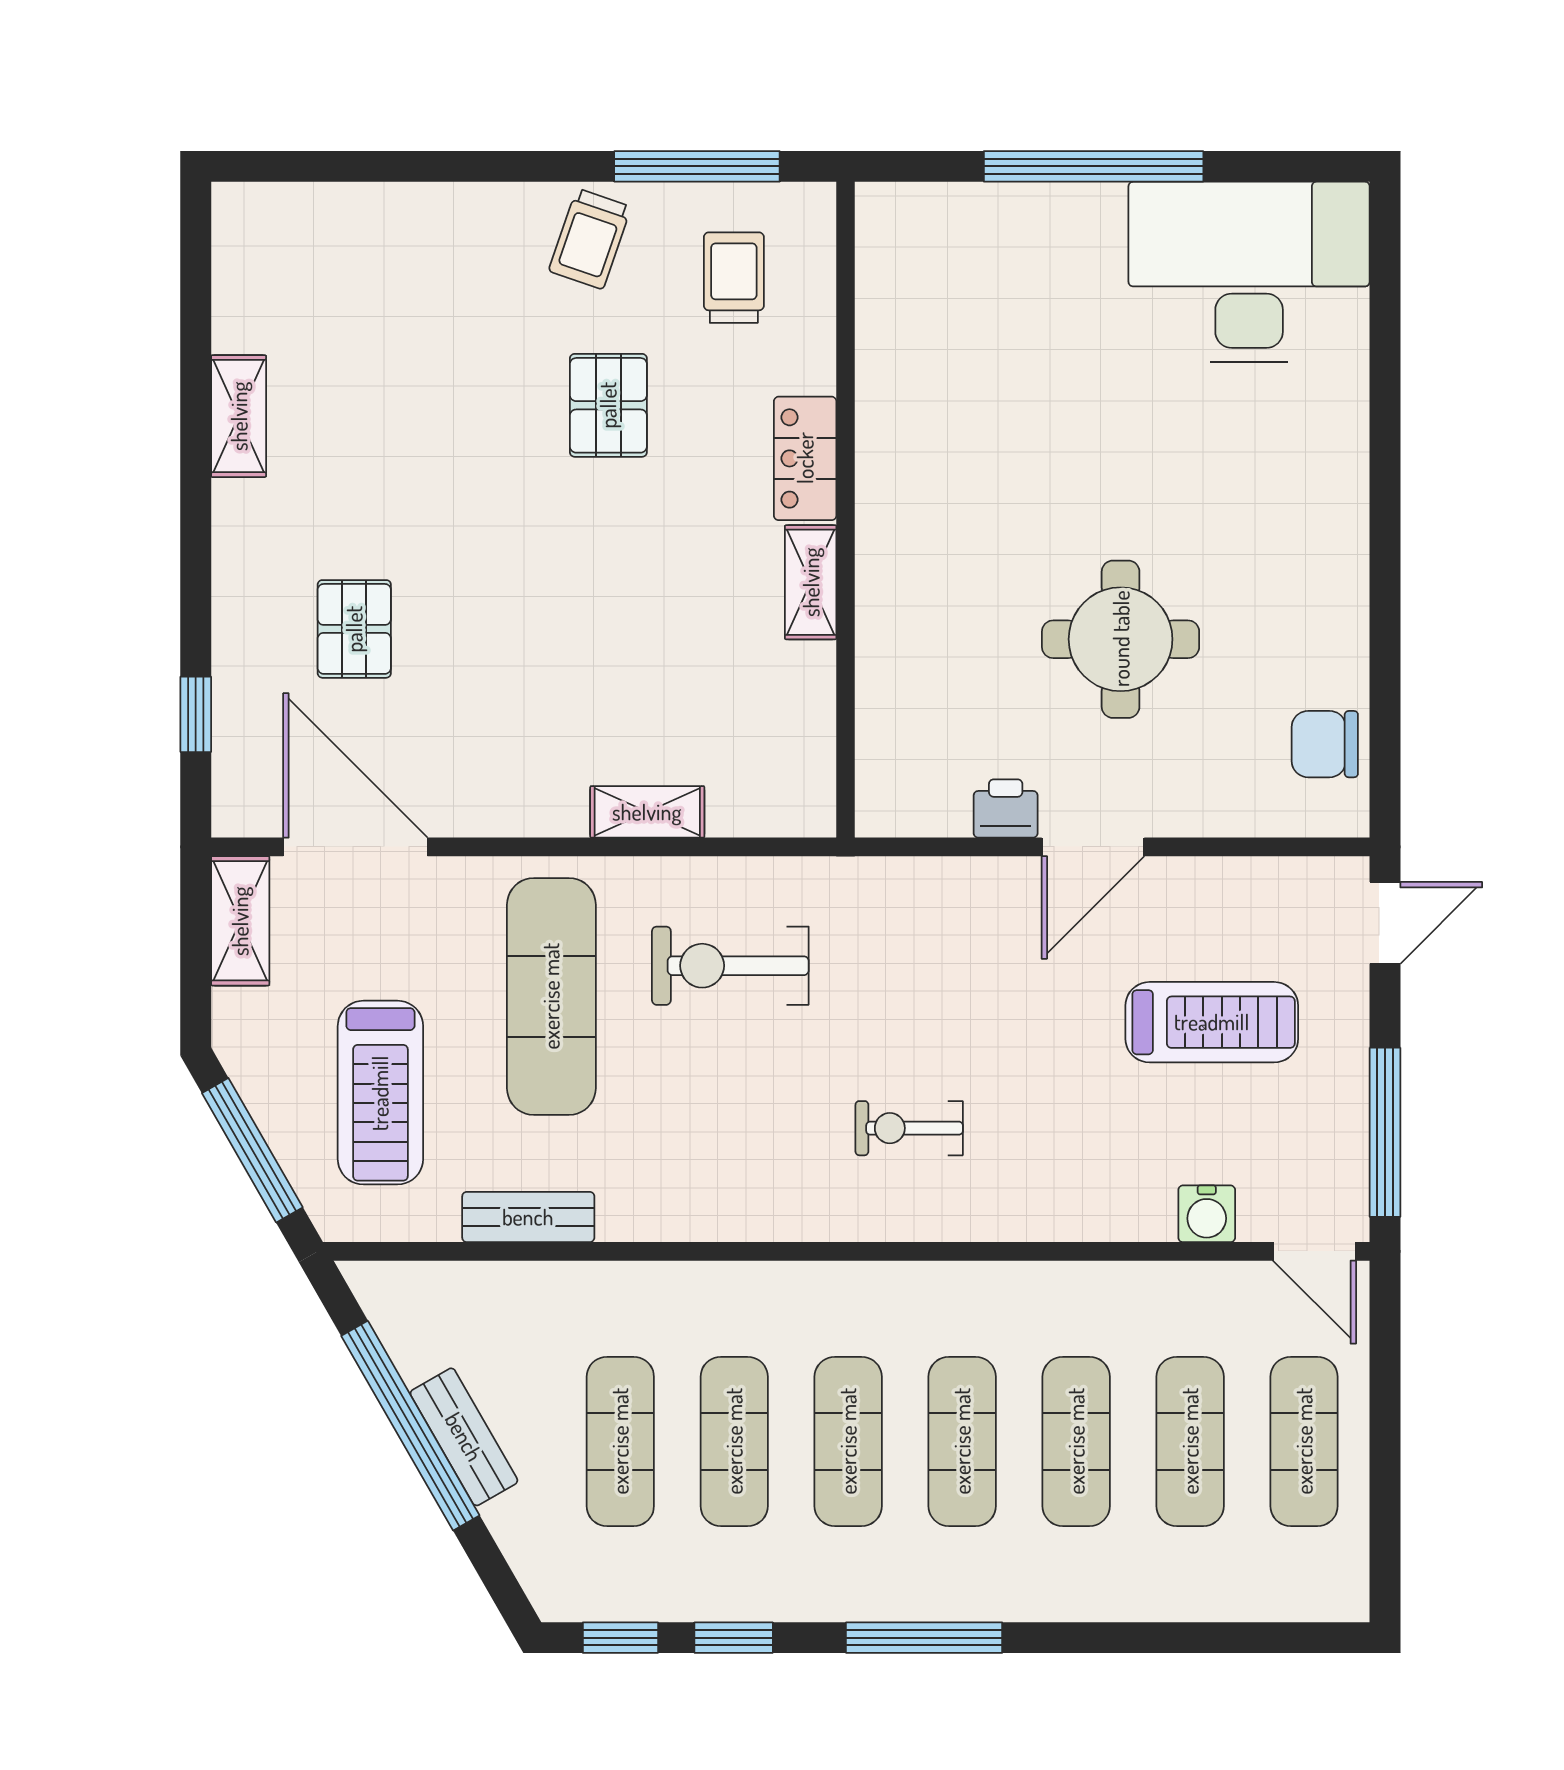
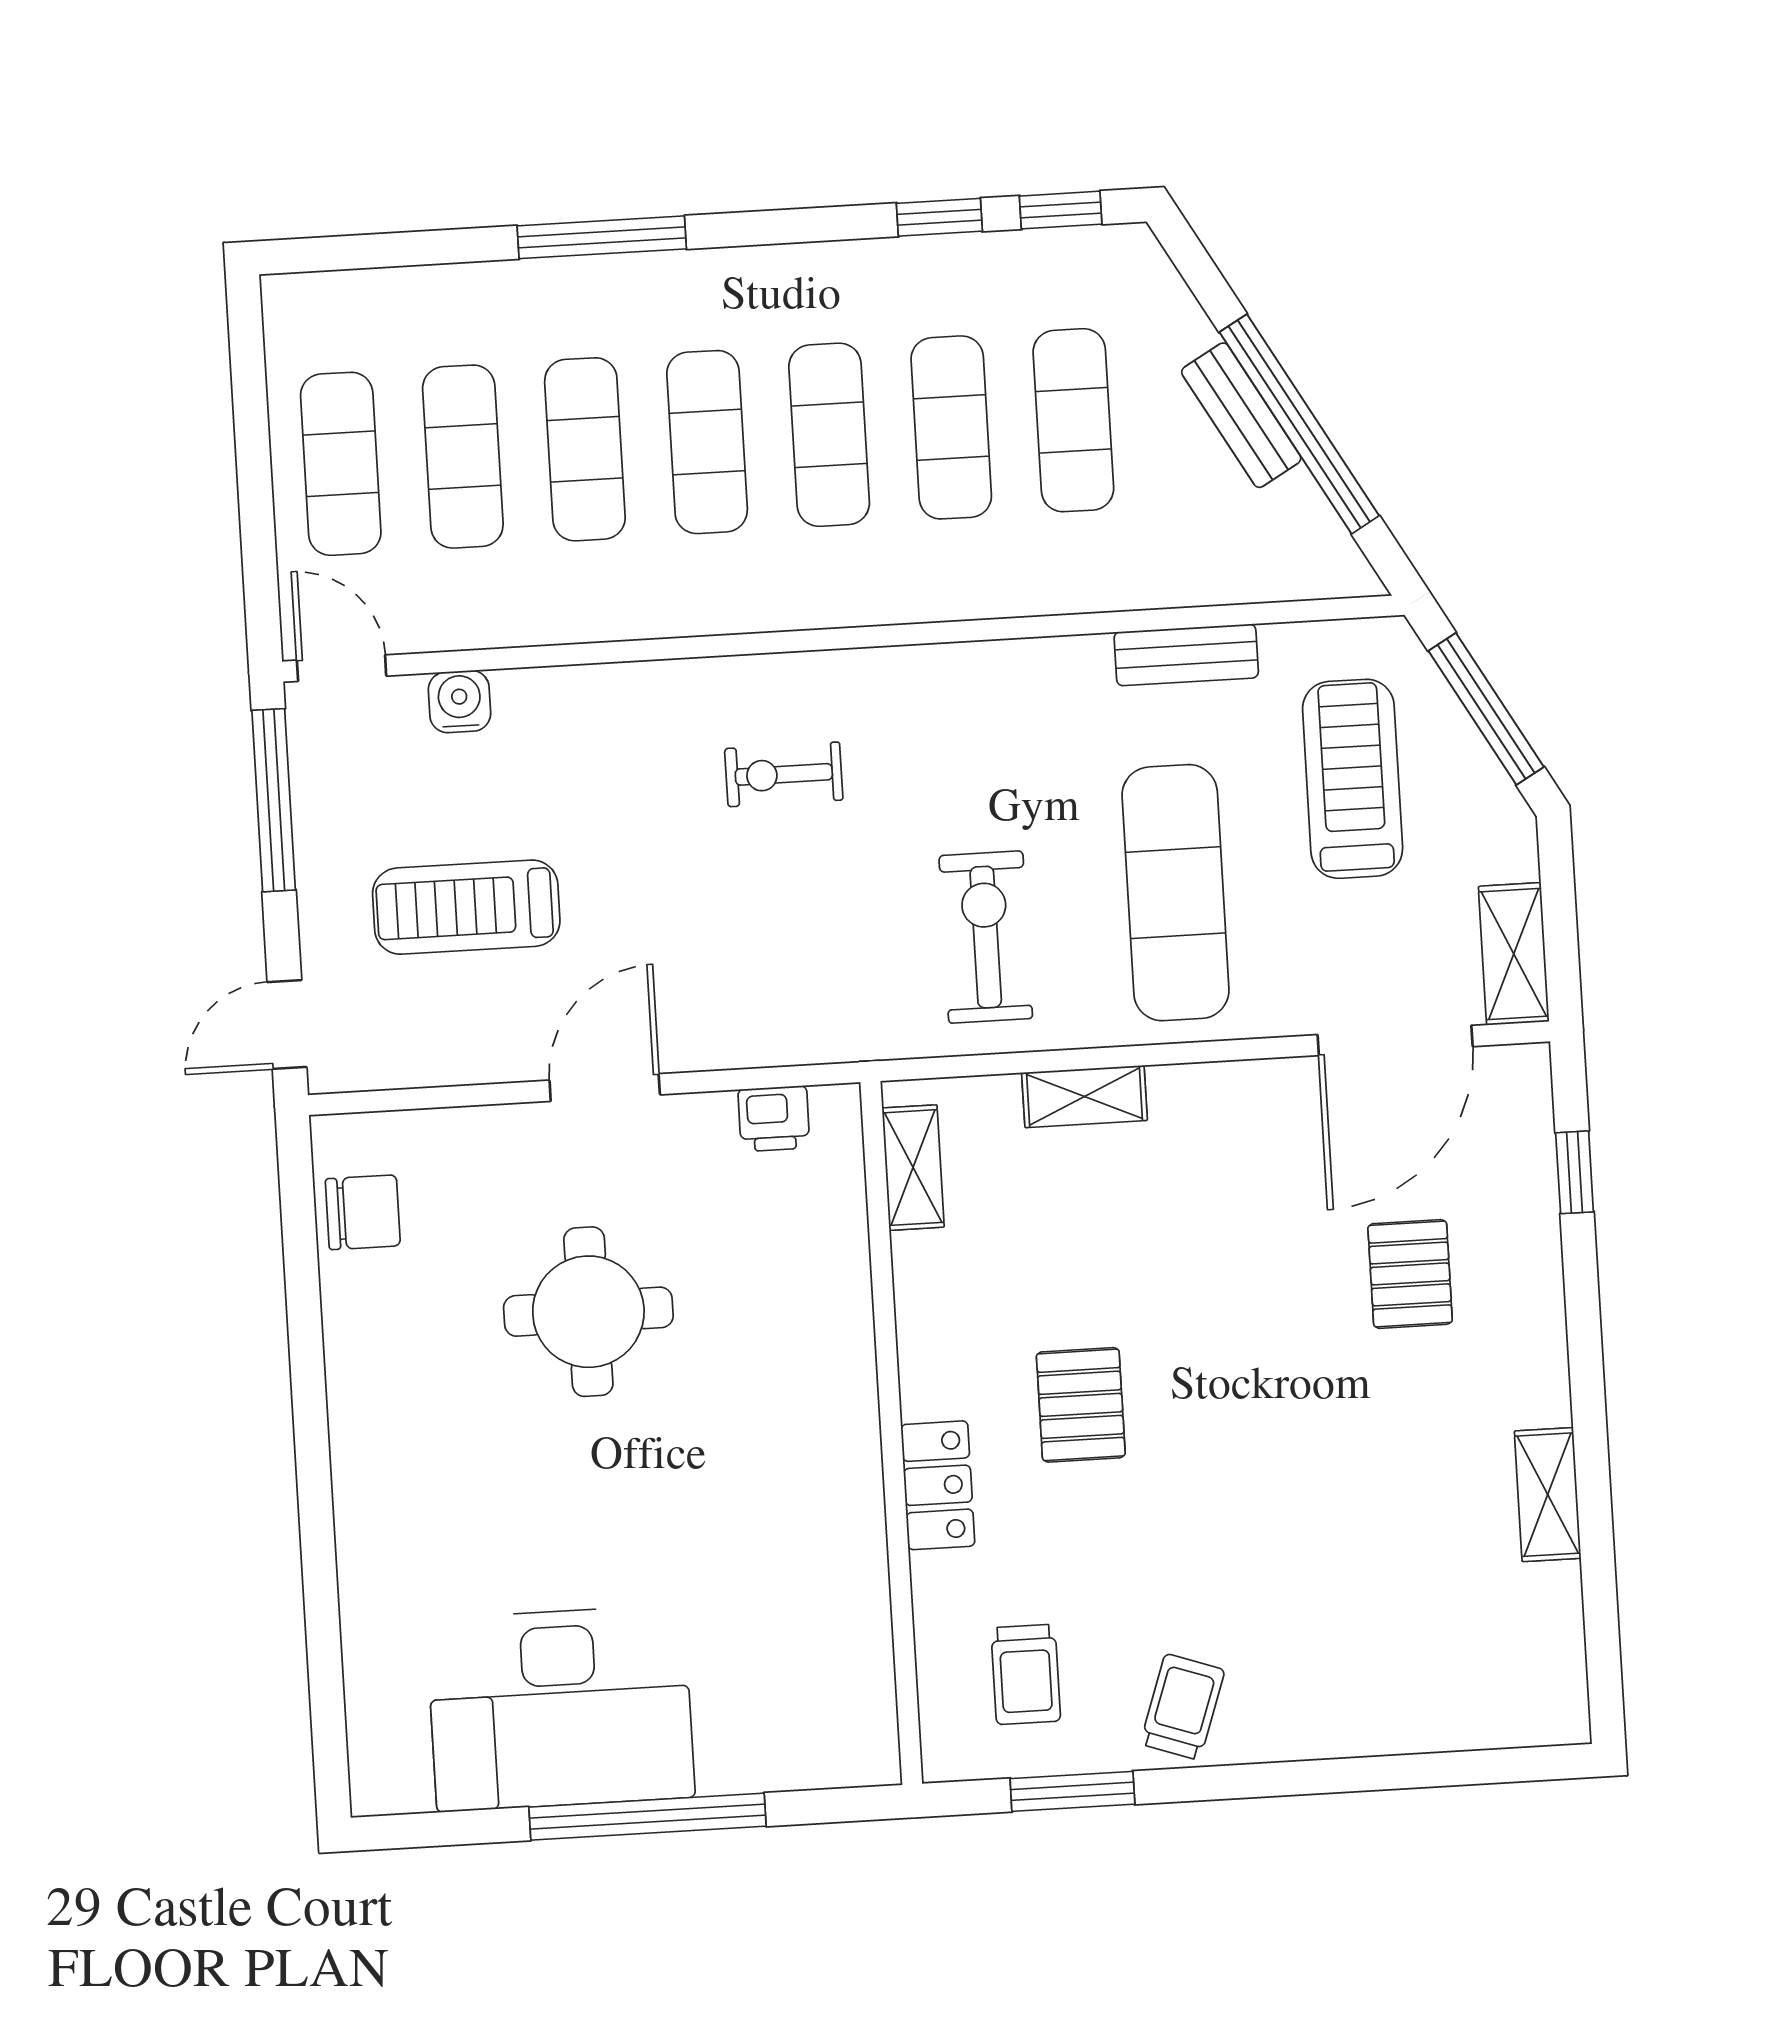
window: (697, 166) -> (1072, 1791), width x0.69
desk: (1249, 272) -> (560, 1708), moved
pallet: (608, 405) -> (1081, 1405), moved
shelving: (811, 582) -> (913, 1168), moved
printer: (1006, 808) -> (774, 1119), moved
door: (355, 847) -> (1395, 1041), hinge flipped
exercise bike: (730, 966) -> (986, 937), turned -90
exercise bike: (909, 1128) -> (784, 774), turned 180
window: (924, 1638) -> (602, 237), moved

